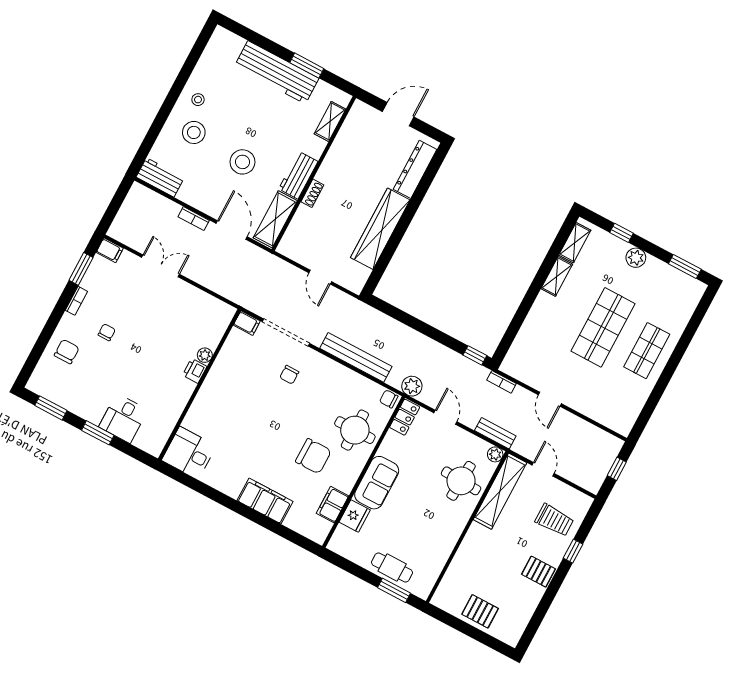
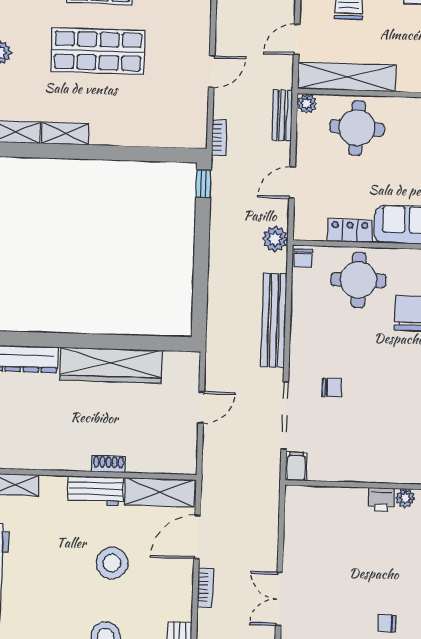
plant: (205, 355) -> (405, 498), moved
locker: (405, 417) -> (350, 231), moved

